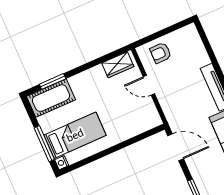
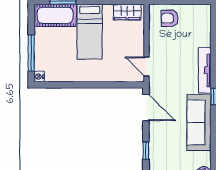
door: (149, 85) -> (147, 67), moved
bed: (75, 135) -> (90, 32), moved, turned 90

